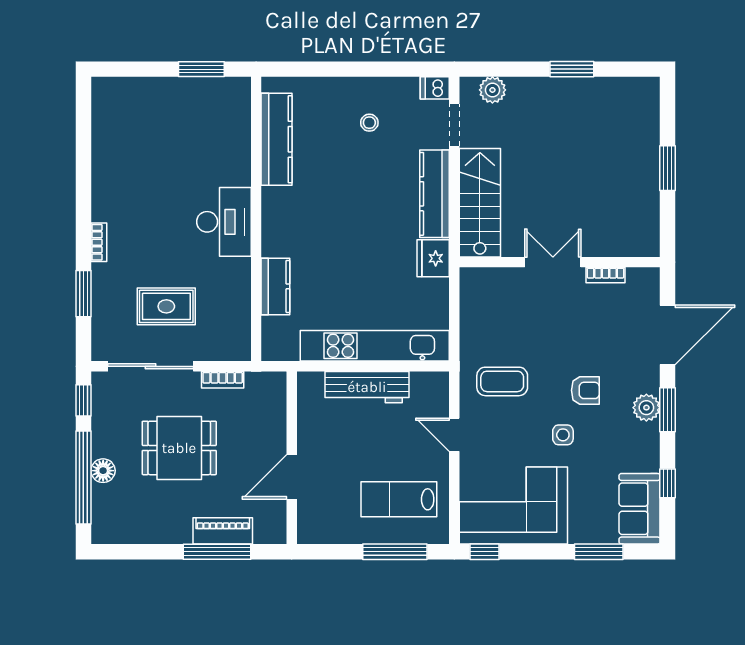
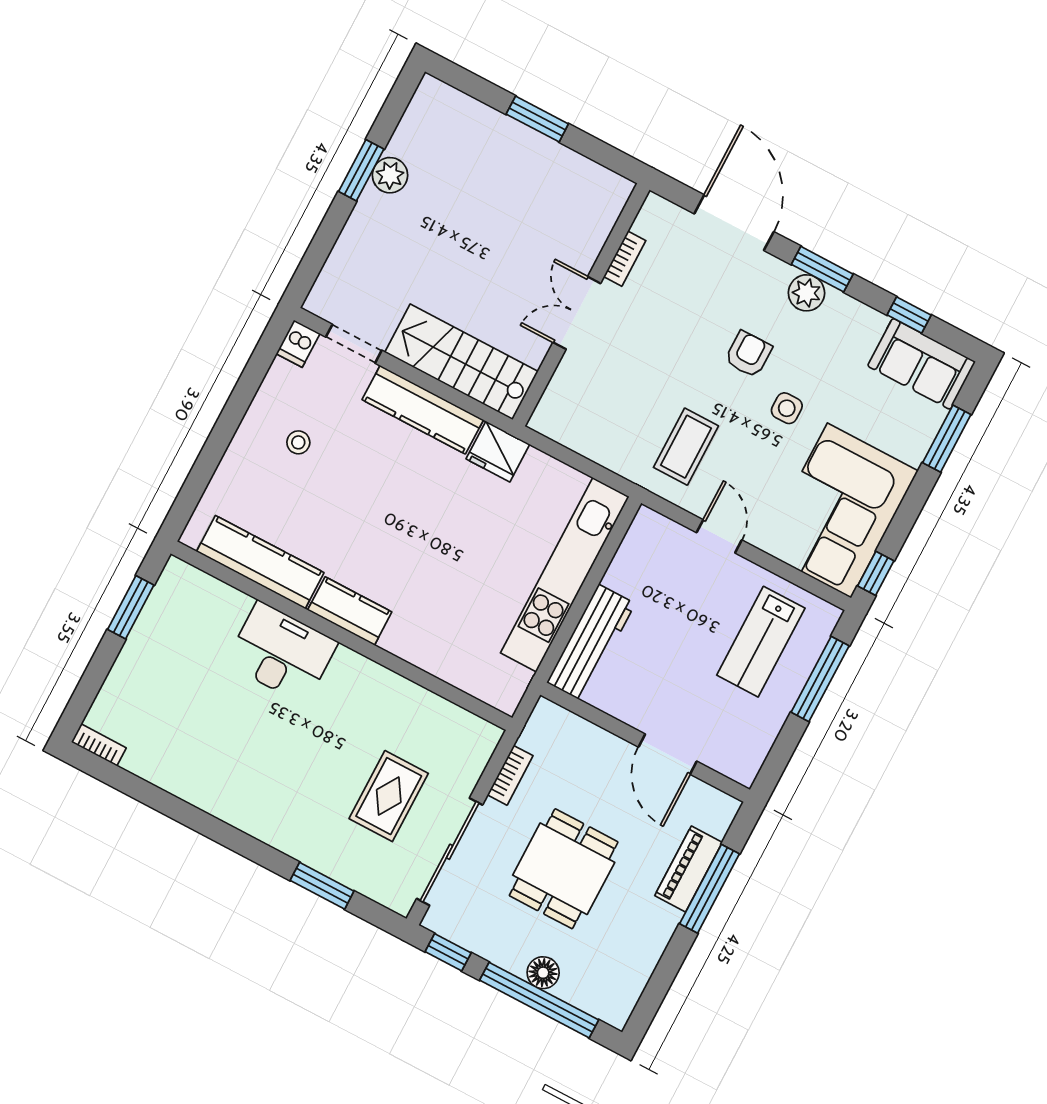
plant: (492, 90) -> (390, 175), moved
desk: (224, 222) -> (282, 653), moved
bookcase: (99, 242) -> (99, 745), moved
kitchen counter: (275, 286) -> (350, 611), moved
workbench: (367, 387) -> (591, 643), moved
door: (454, 435) -> (719, 536), swing flipped

